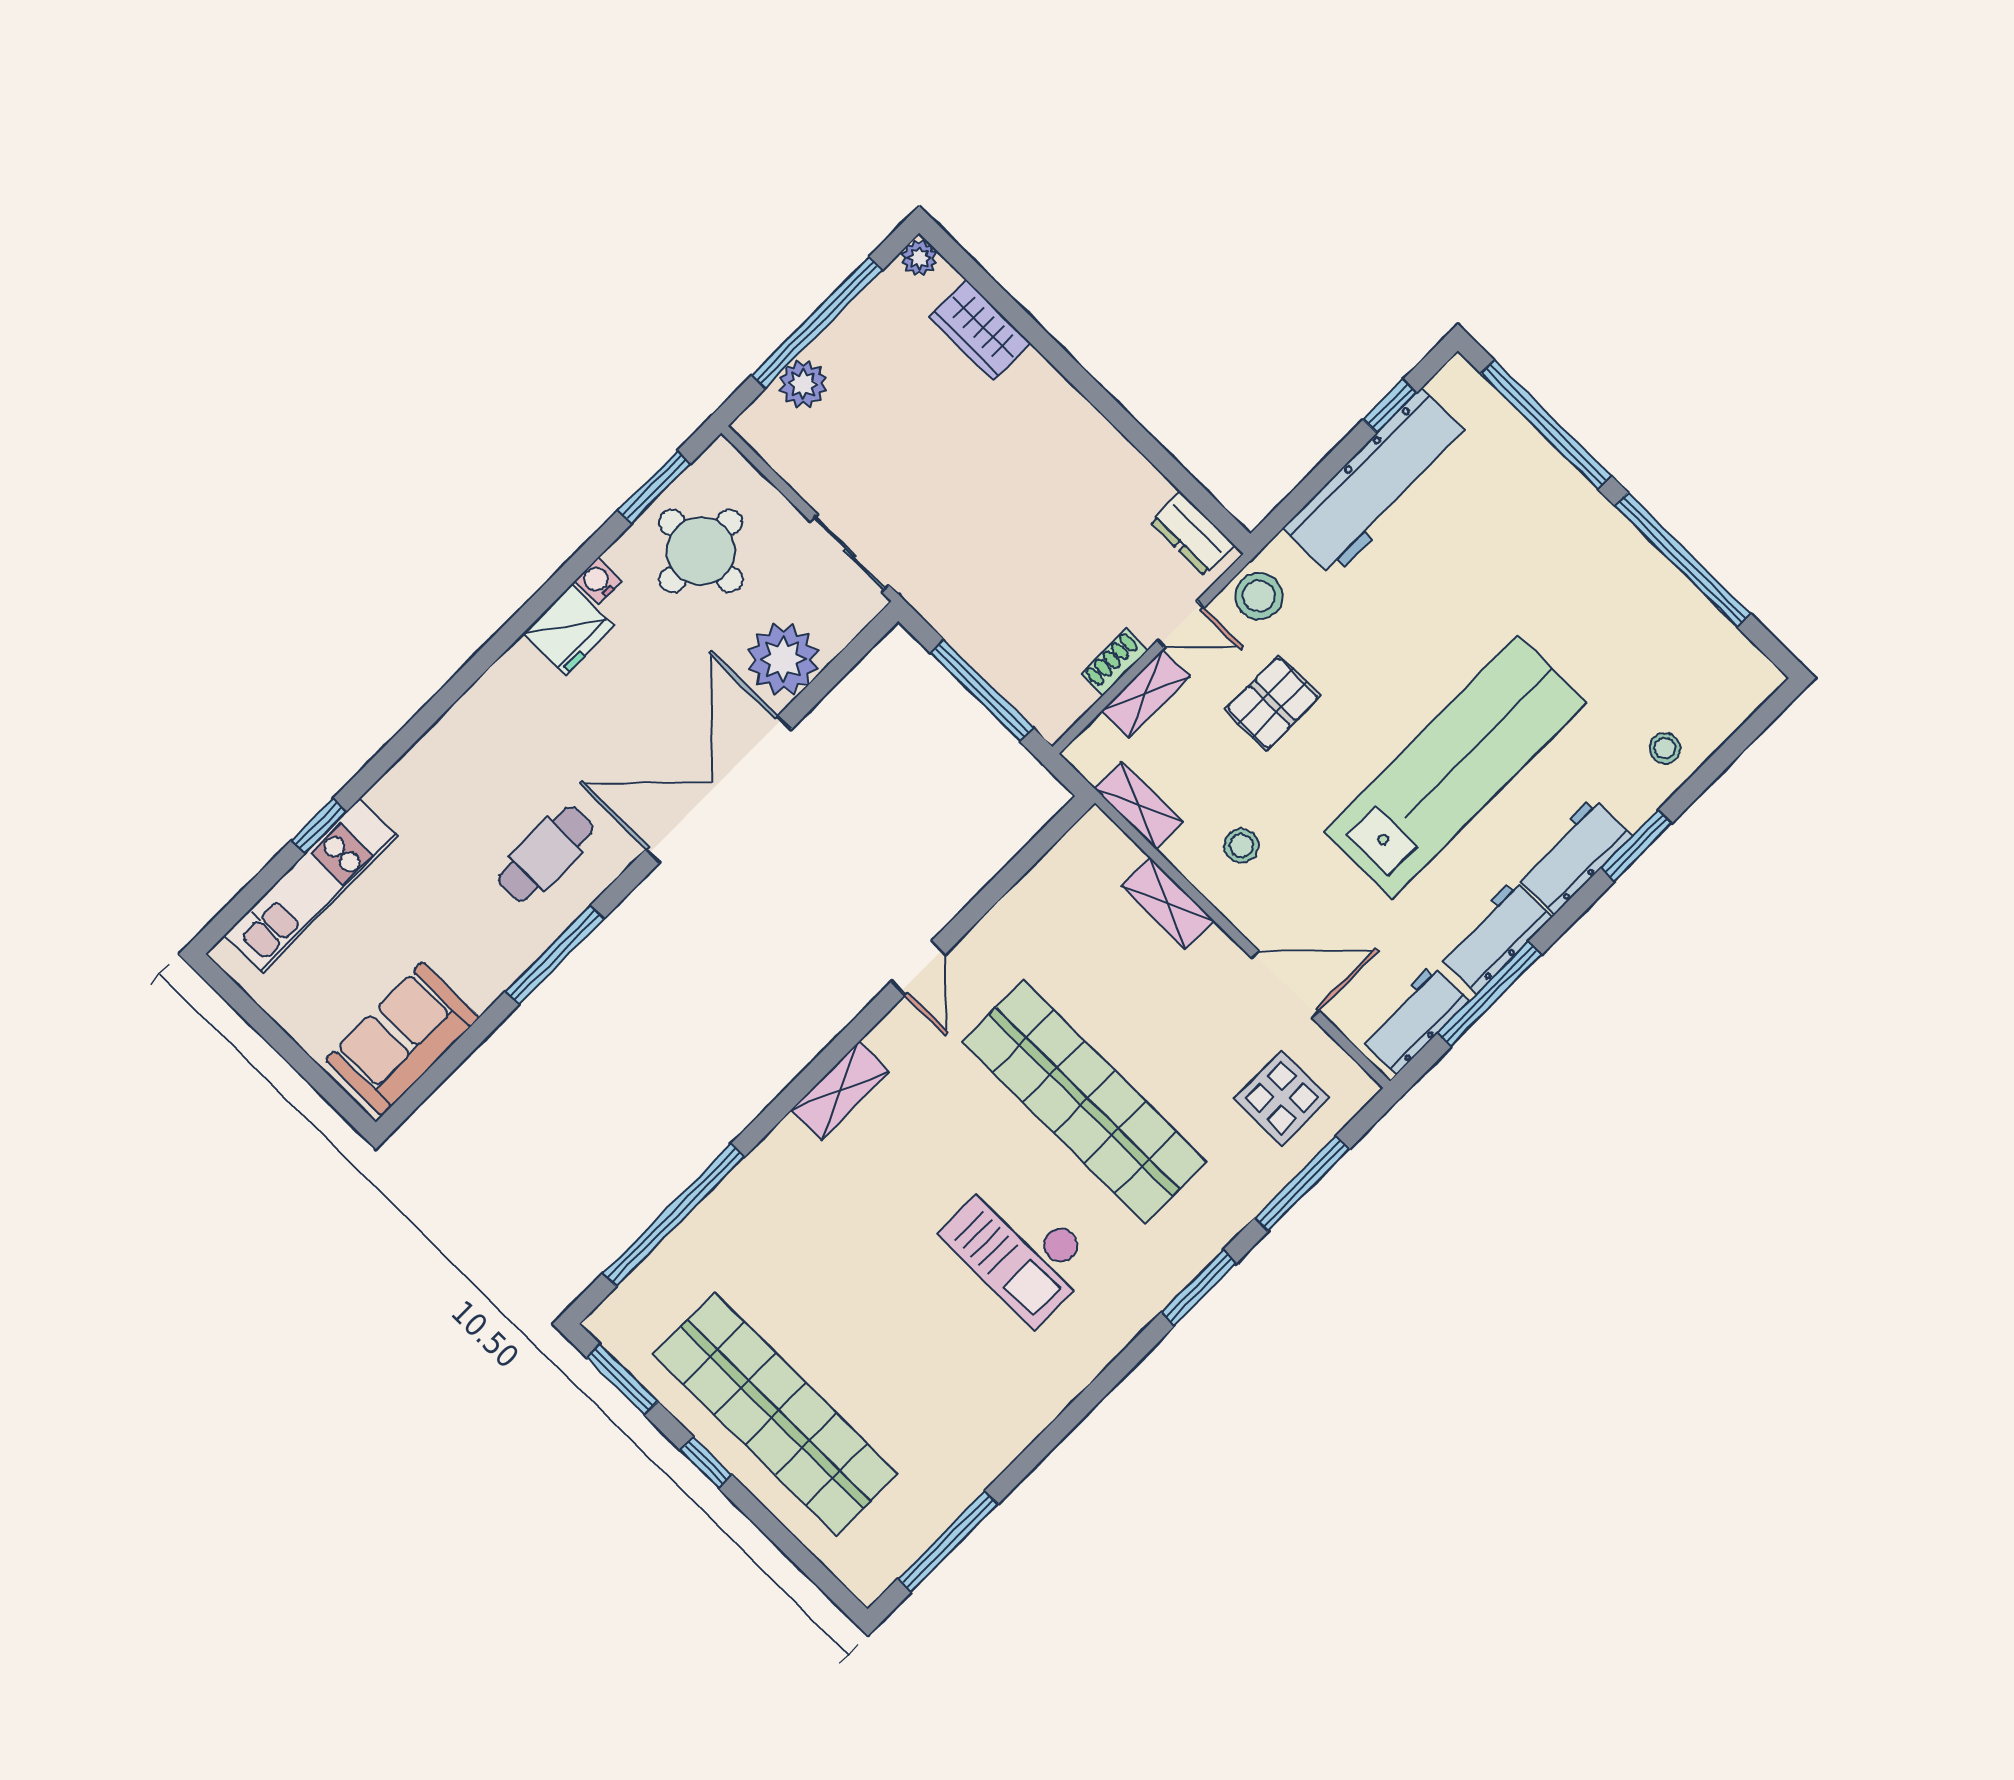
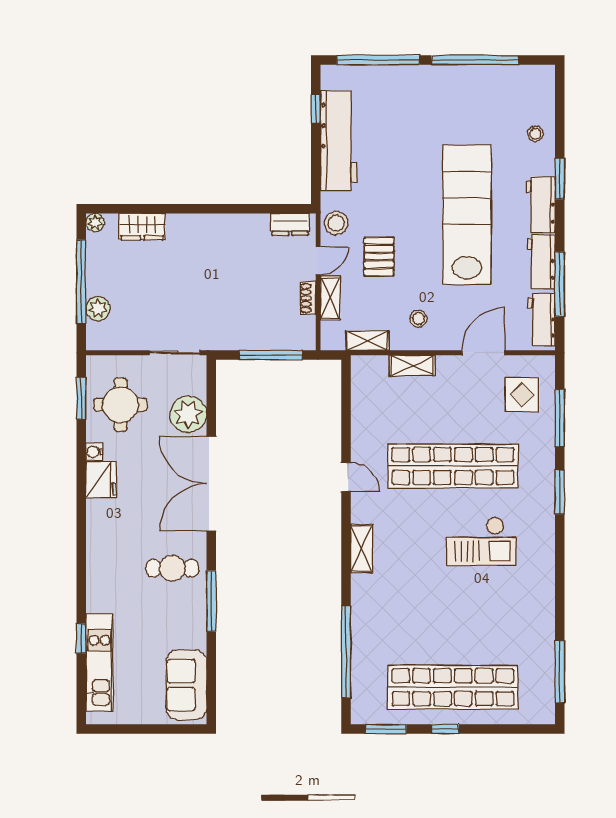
cafe table: (546, 854) -> (172, 568), turned 90

